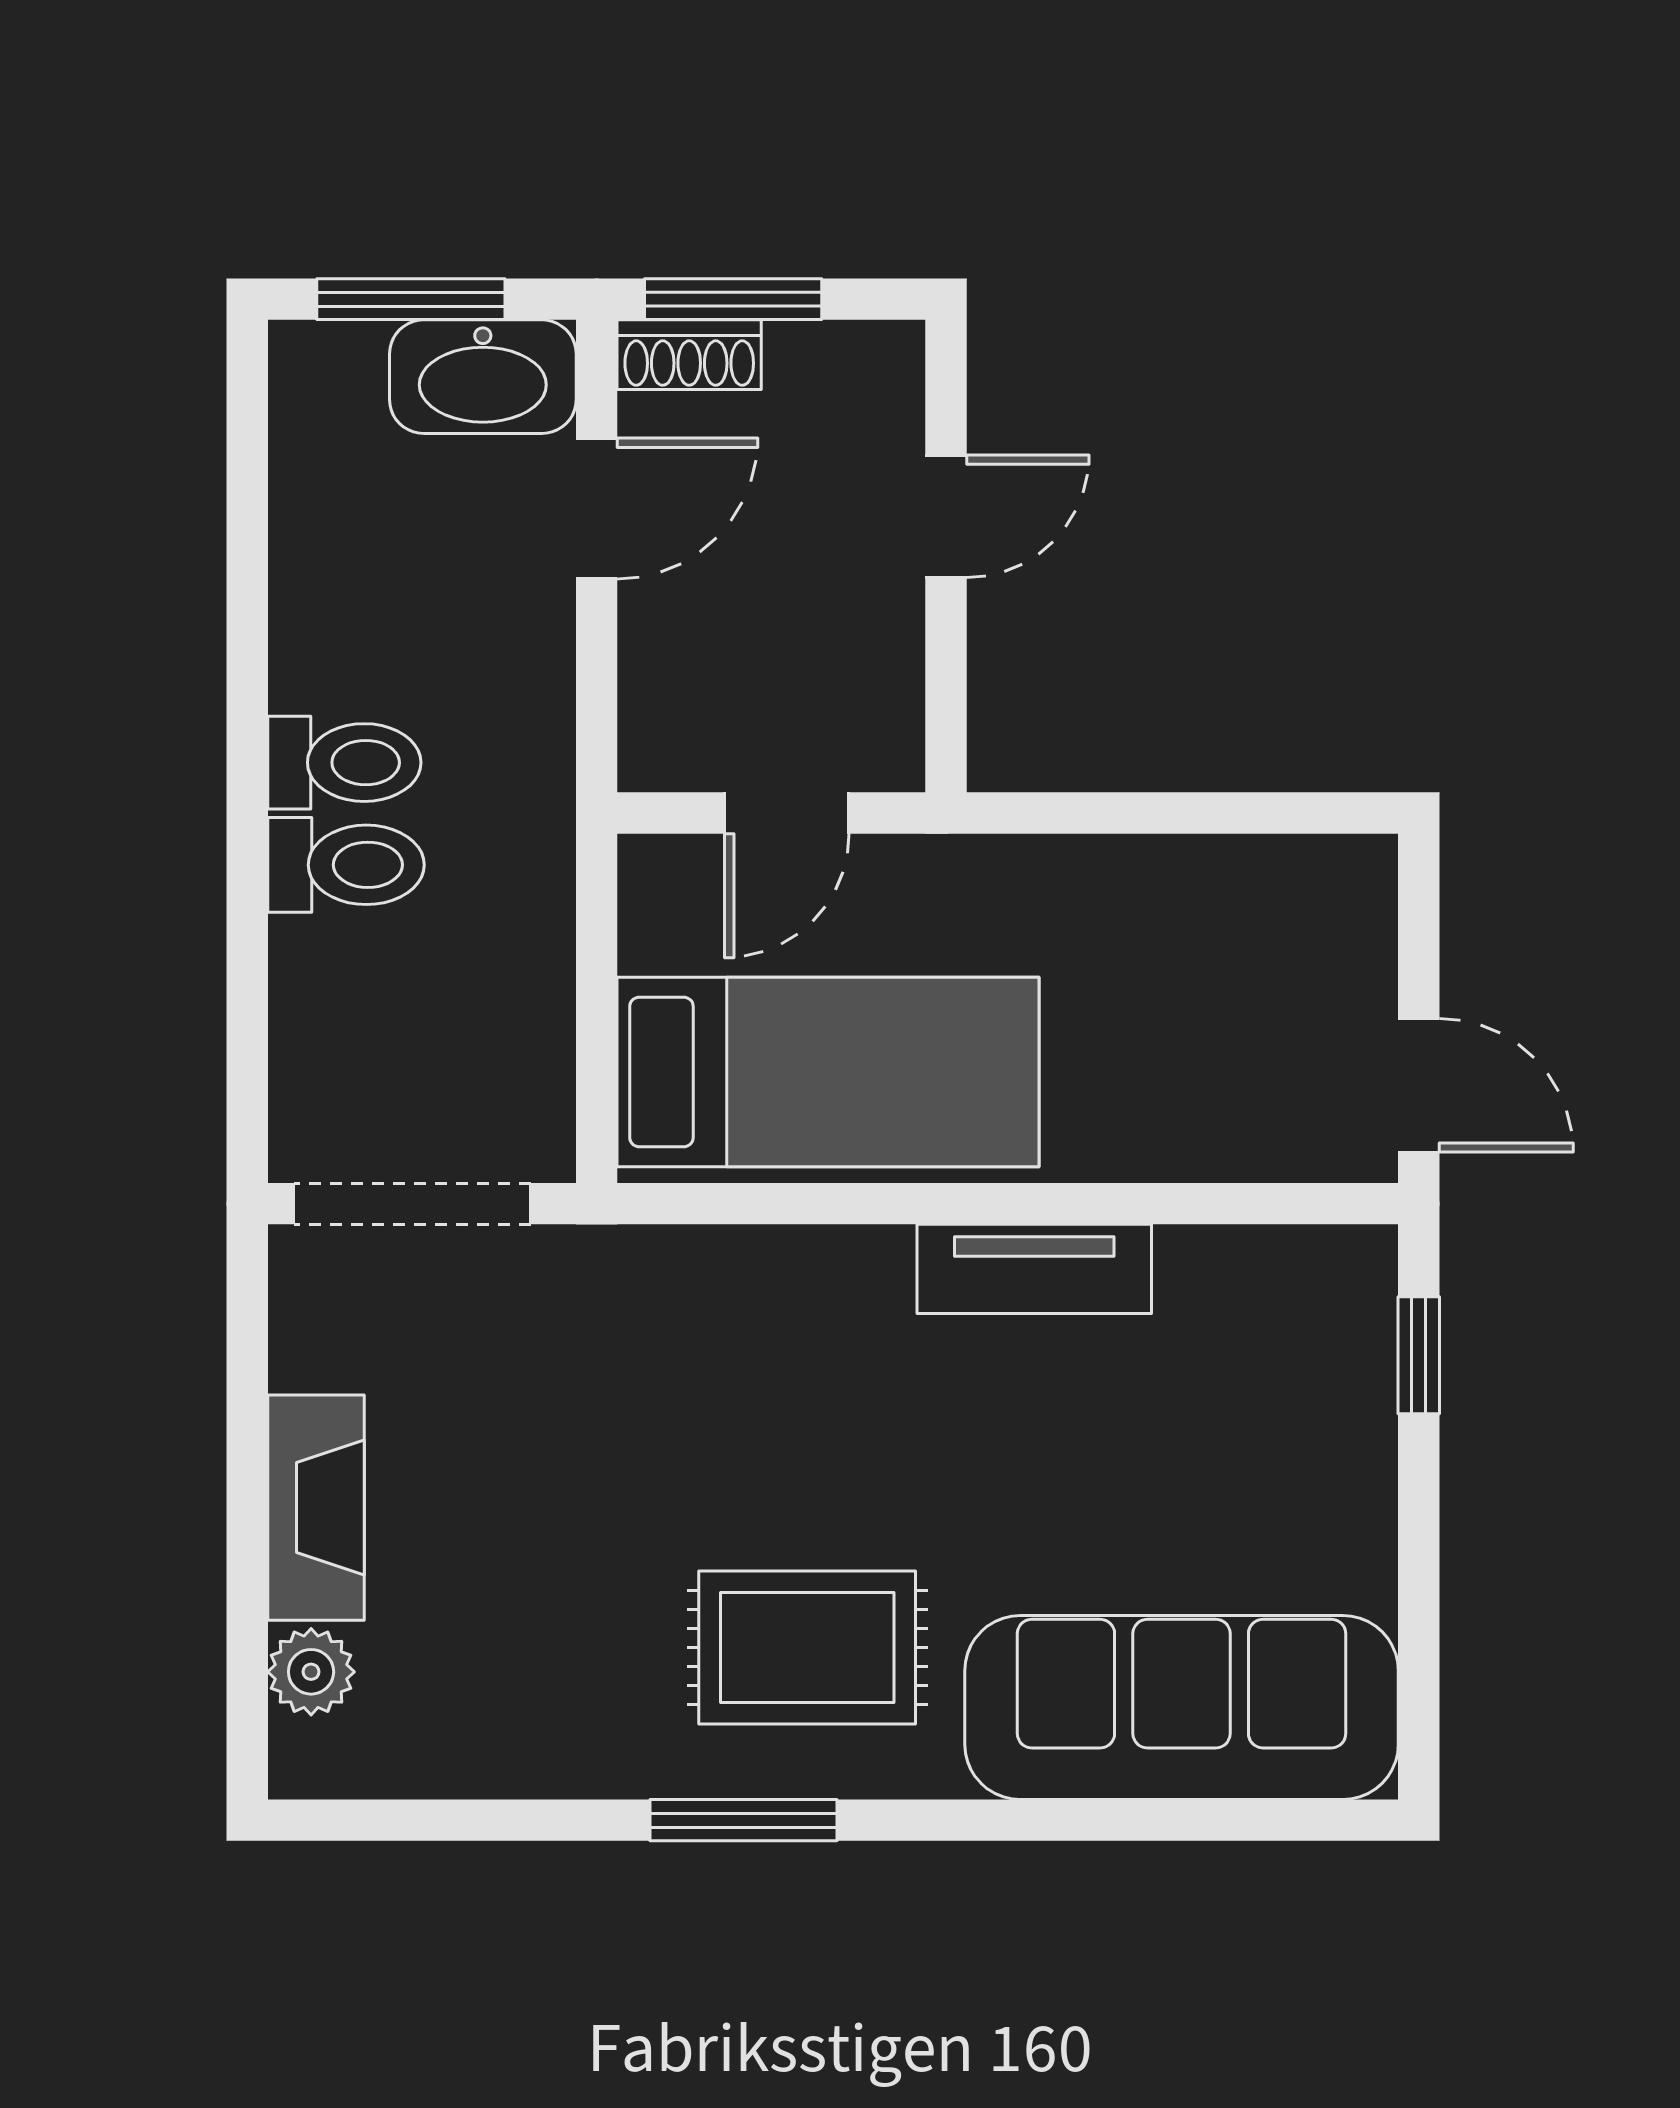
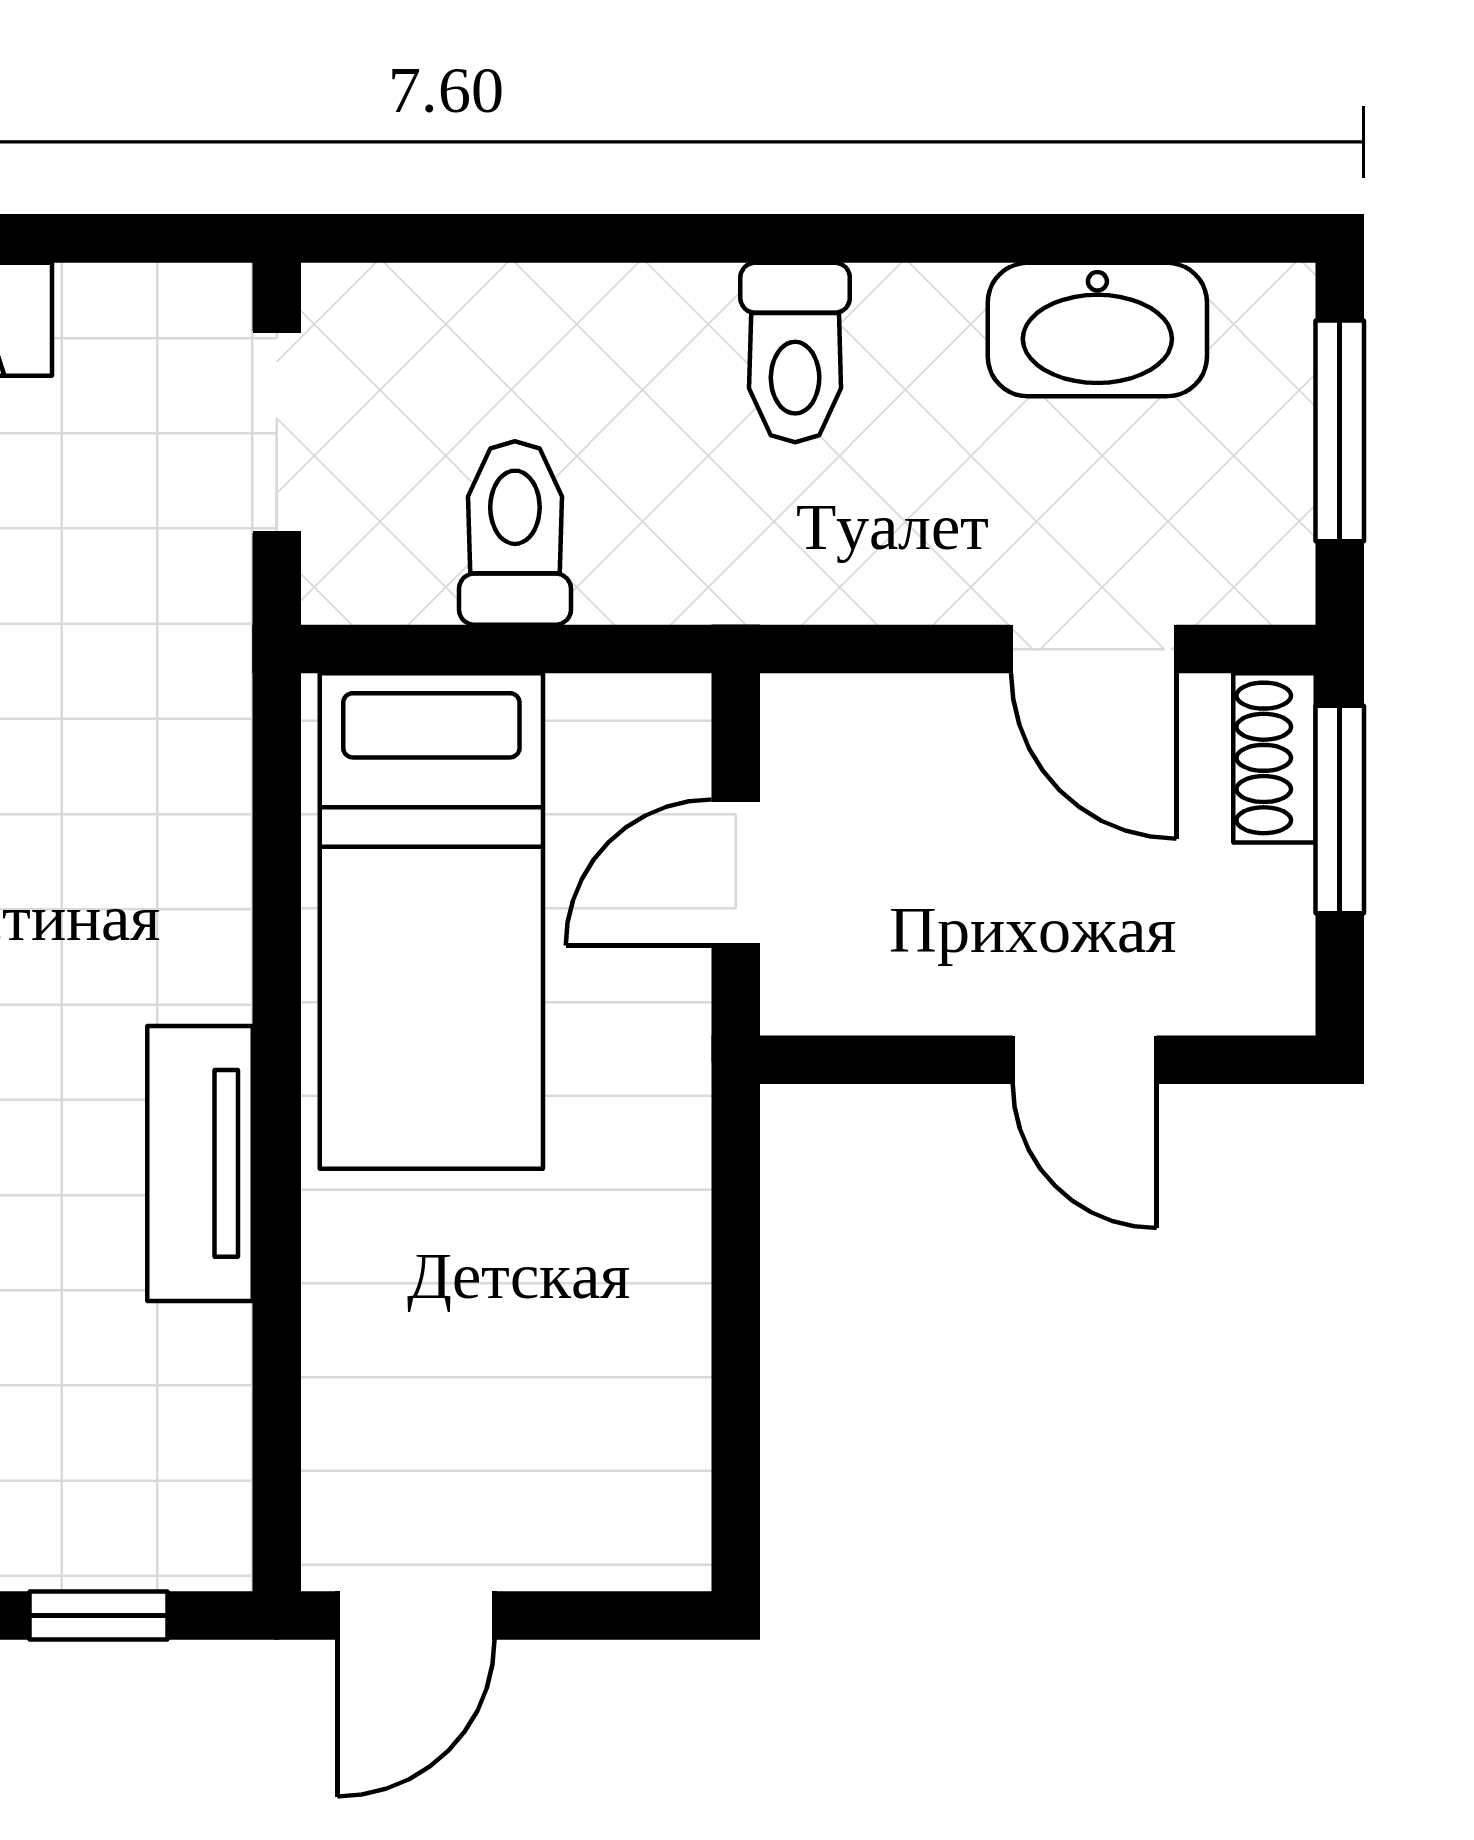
washbasin: (483, 377) -> (1097, 330), moved, turned -90
door: (787, 813) -> (736, 873), hinge flipped
toilet: (346, 865) -> (515, 533), moved, turned 180
doorway: (412, 1204) -> (277, 432), width x0.73

